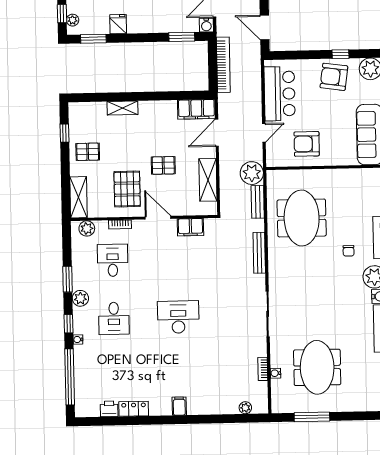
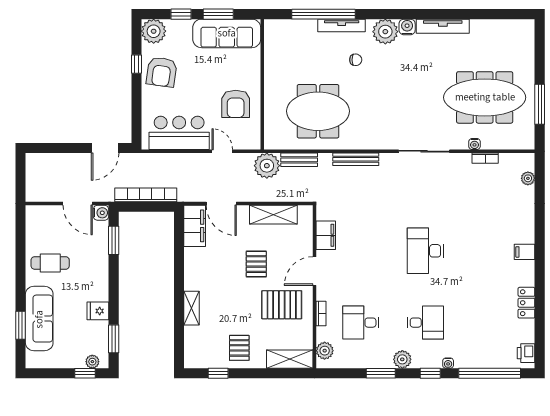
meeting table: (317, 367) -> (485, 97), width x1.36
water cooler: (275, 373) -> (474, 144), moved
printer: (109, 409) -> (526, 353), moved

